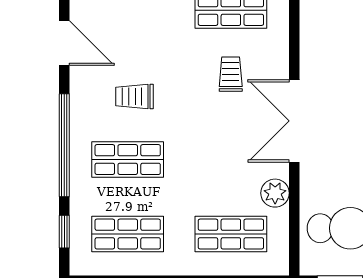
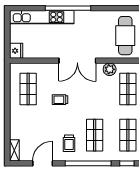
trolley: (231, 74) -> (60, 100), moved
trolley: (134, 96) -> (69, 143), moved

